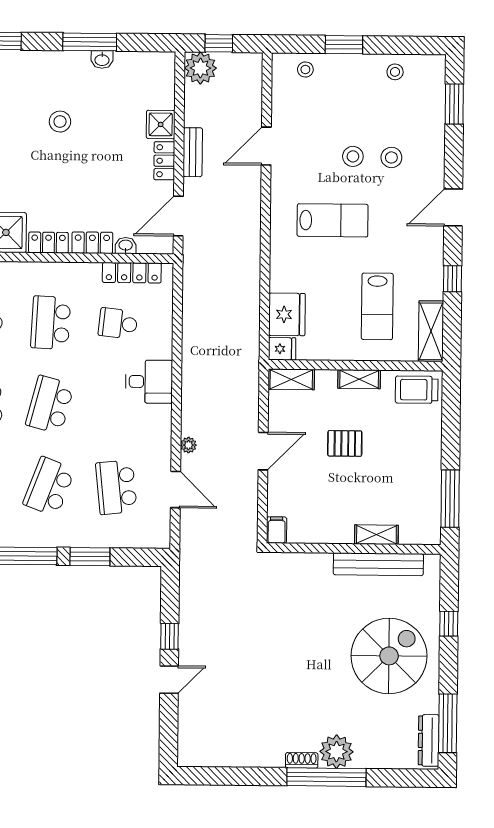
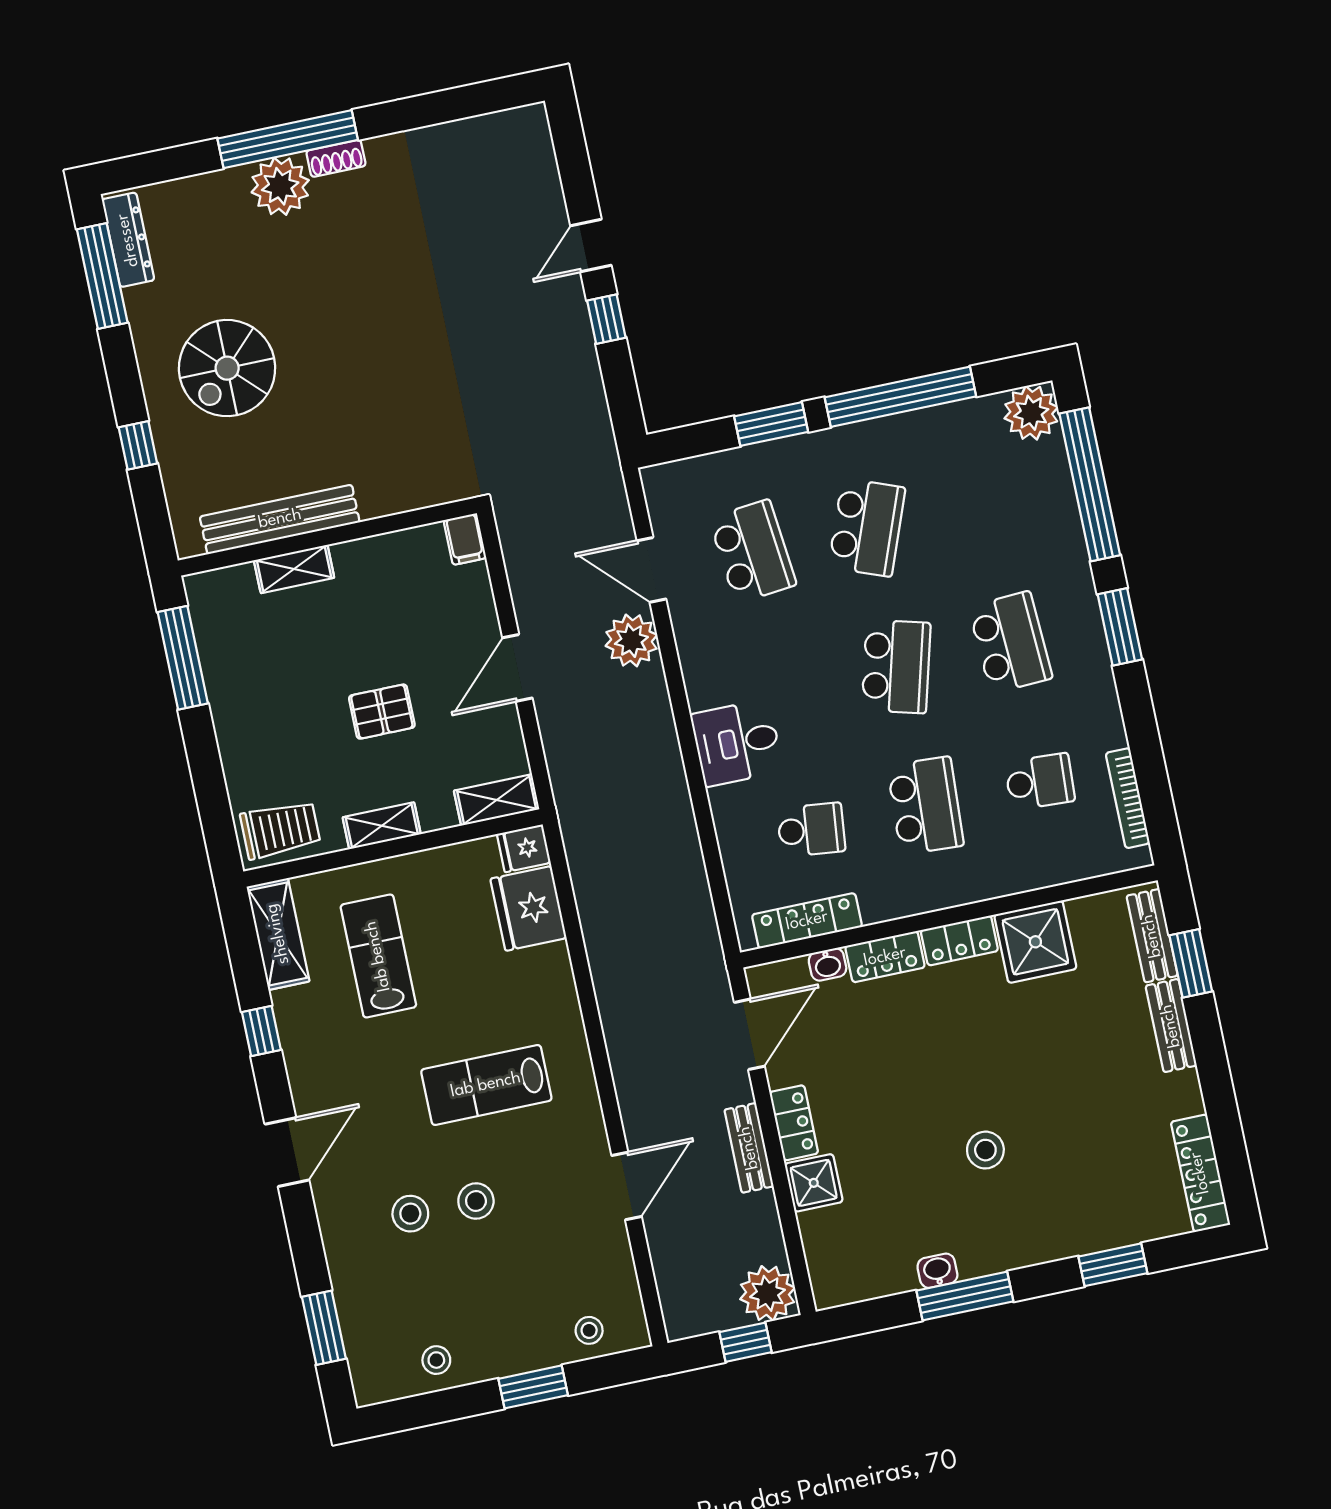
plant: (188, 445) -> (631, 640), width x1.87, depth x1.87
spiral stairs: (389, 656) -> (227, 368), width x0.73, depth x0.73

